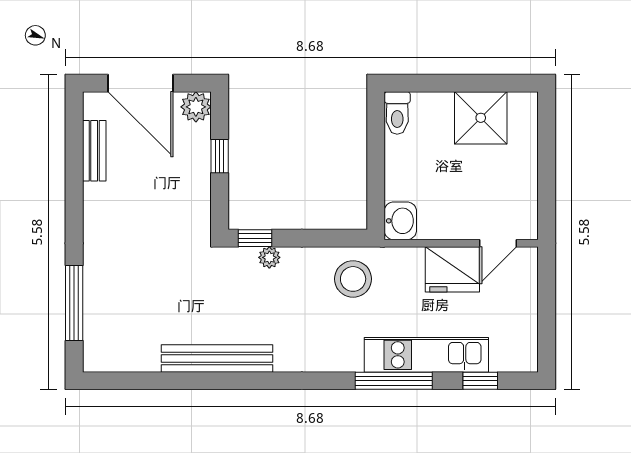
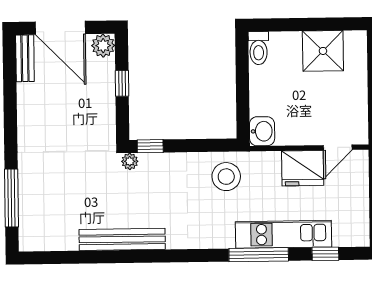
bench: (94, 151) -> (25, 58), moved
plant: (269, 257) -> (130, 161), moved

